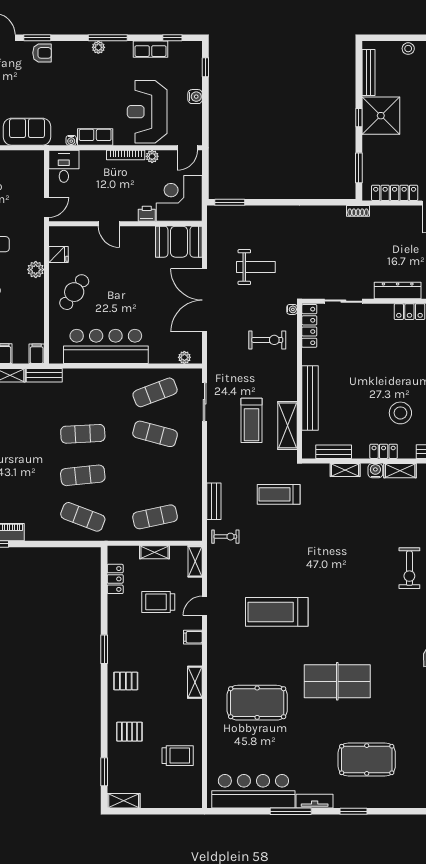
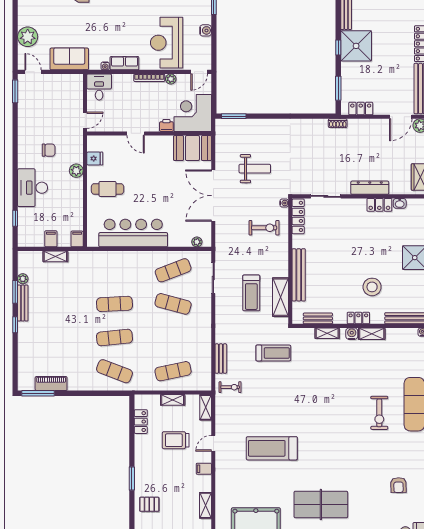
locker: (395, 193) -> (361, 109), width x0.66
cafe table: (74, 292) -> (108, 189), turned 55
bench: (44, 375) -> (83, 256), removed
treadmill: (279, 494) -> (273, 353), turned 180

